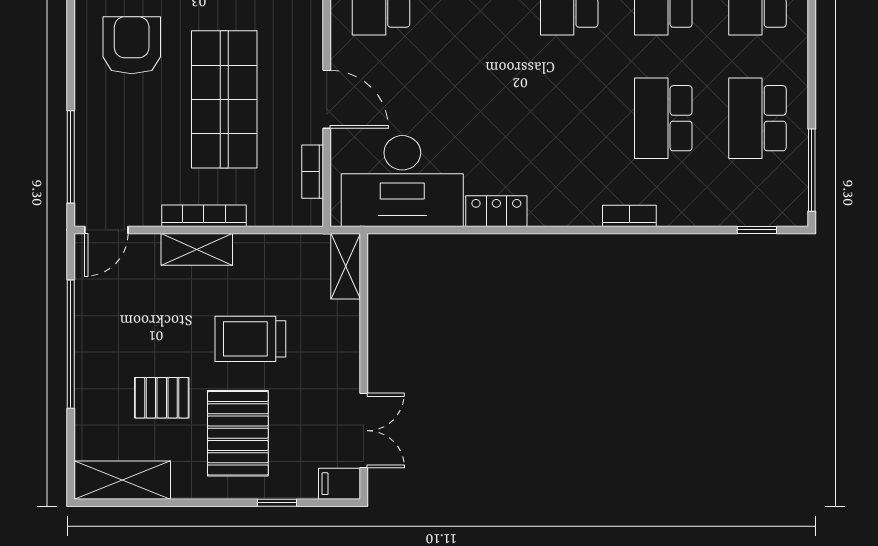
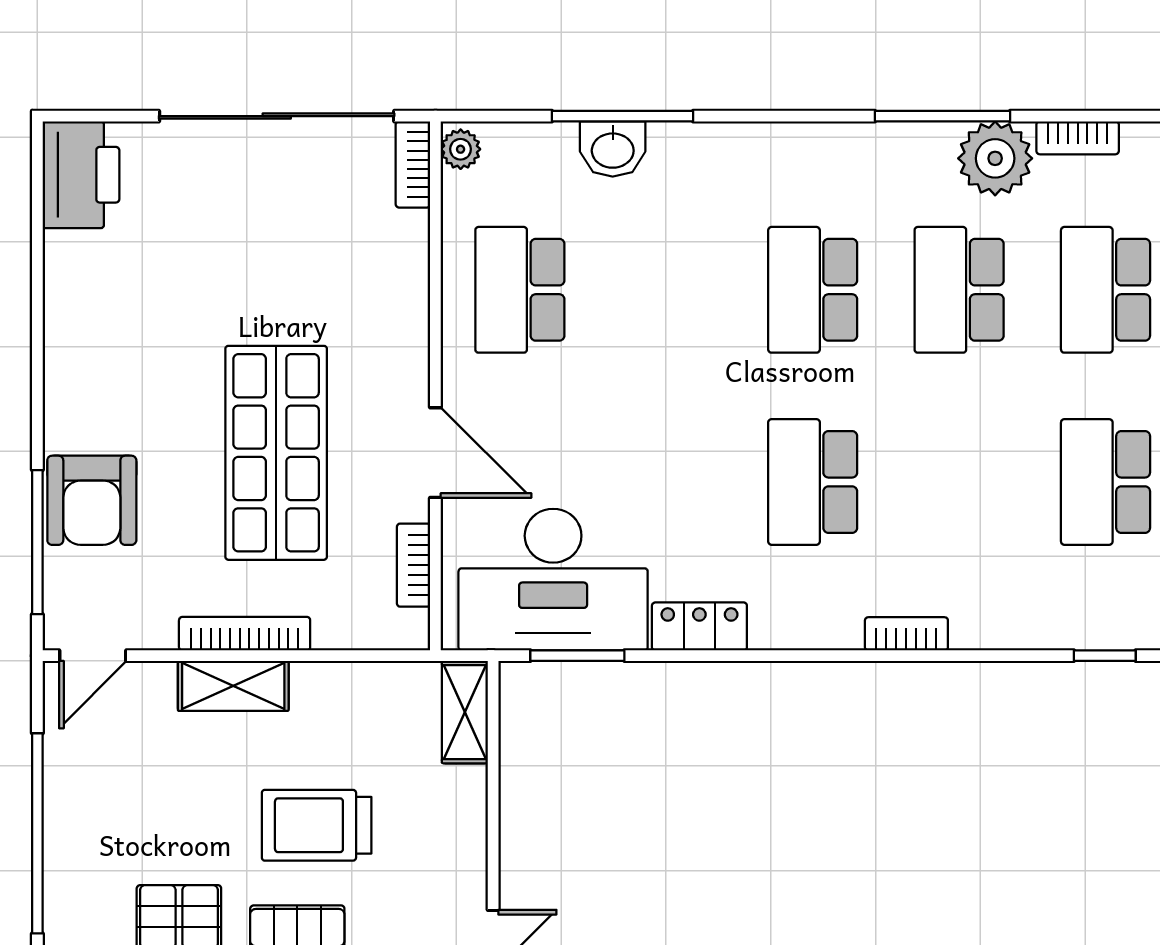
armchair: (132, 45) -> (92, 500), moved, turned 180
school desk: (663, 118) -> (813, 482), moved
window: (418, 230) -> (577, 656), added

